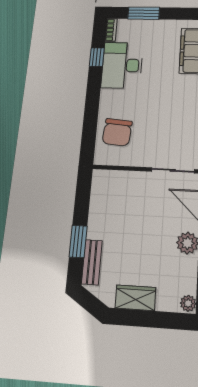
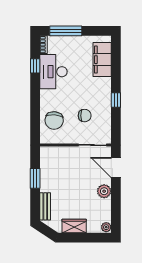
window: (144, 13) -> (66, 31), width x1.44
chair: (163, 127) -> (85, 116), added
window: (78, 241) -> (35, 178), moved

